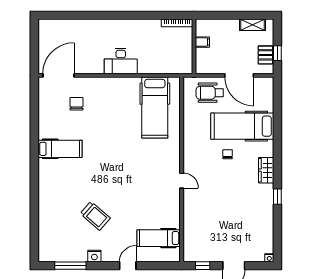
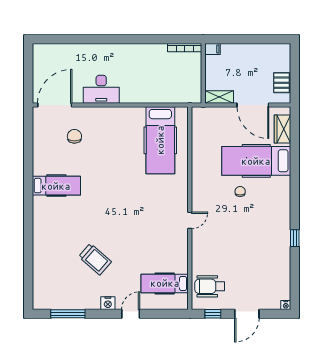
shelving: (252, 25) -> (219, 97), moved
filing cabinet: (202, 42) -> (213, 49), moved
window: (277, 53) -> (295, 81), removed
desk: (121, 61) -> (101, 89), moved
wheelchair: (210, 93) -> (210, 286), moved
wardrobe: (266, 170) -> (282, 129), moved
door: (182, 181) -> (190, 220), hinge flipped
nightstand: (94, 256) -> (108, 303), moved

